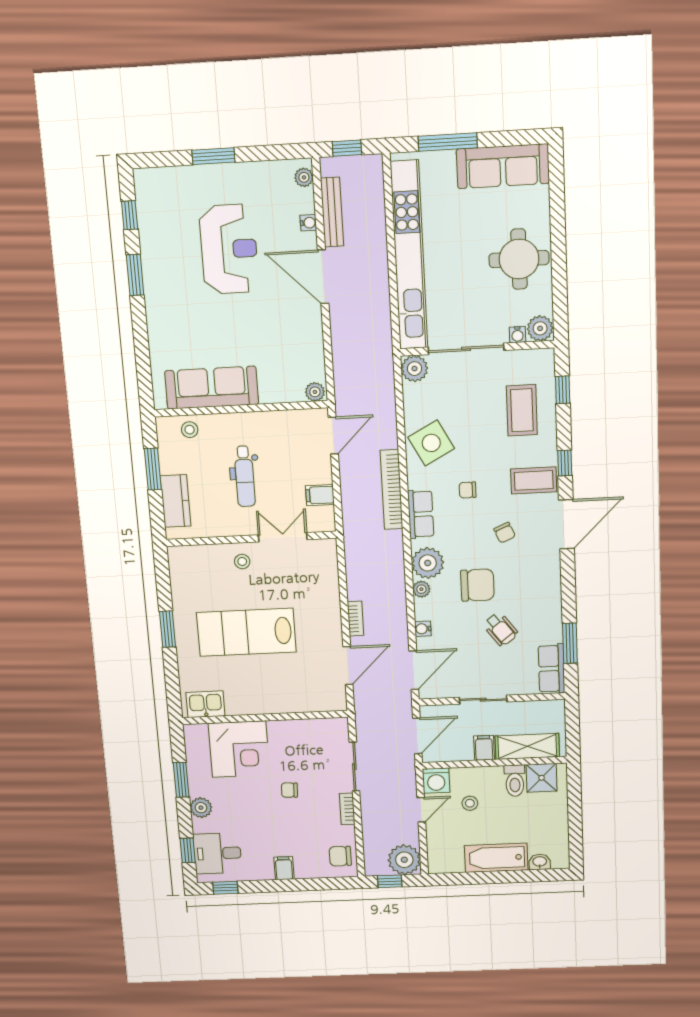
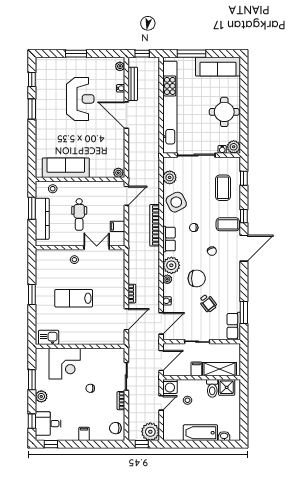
plant: (414, 369) -> (170, 177), moved
kitchen counter: (176, 501) -> (42, 219), width x1.50
lab bench: (246, 632) -> (74, 298), width x0.73, depth x0.72

